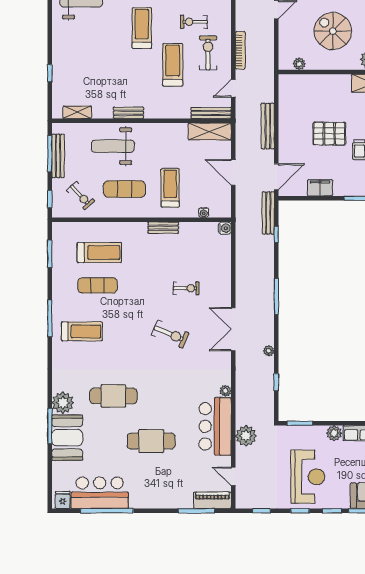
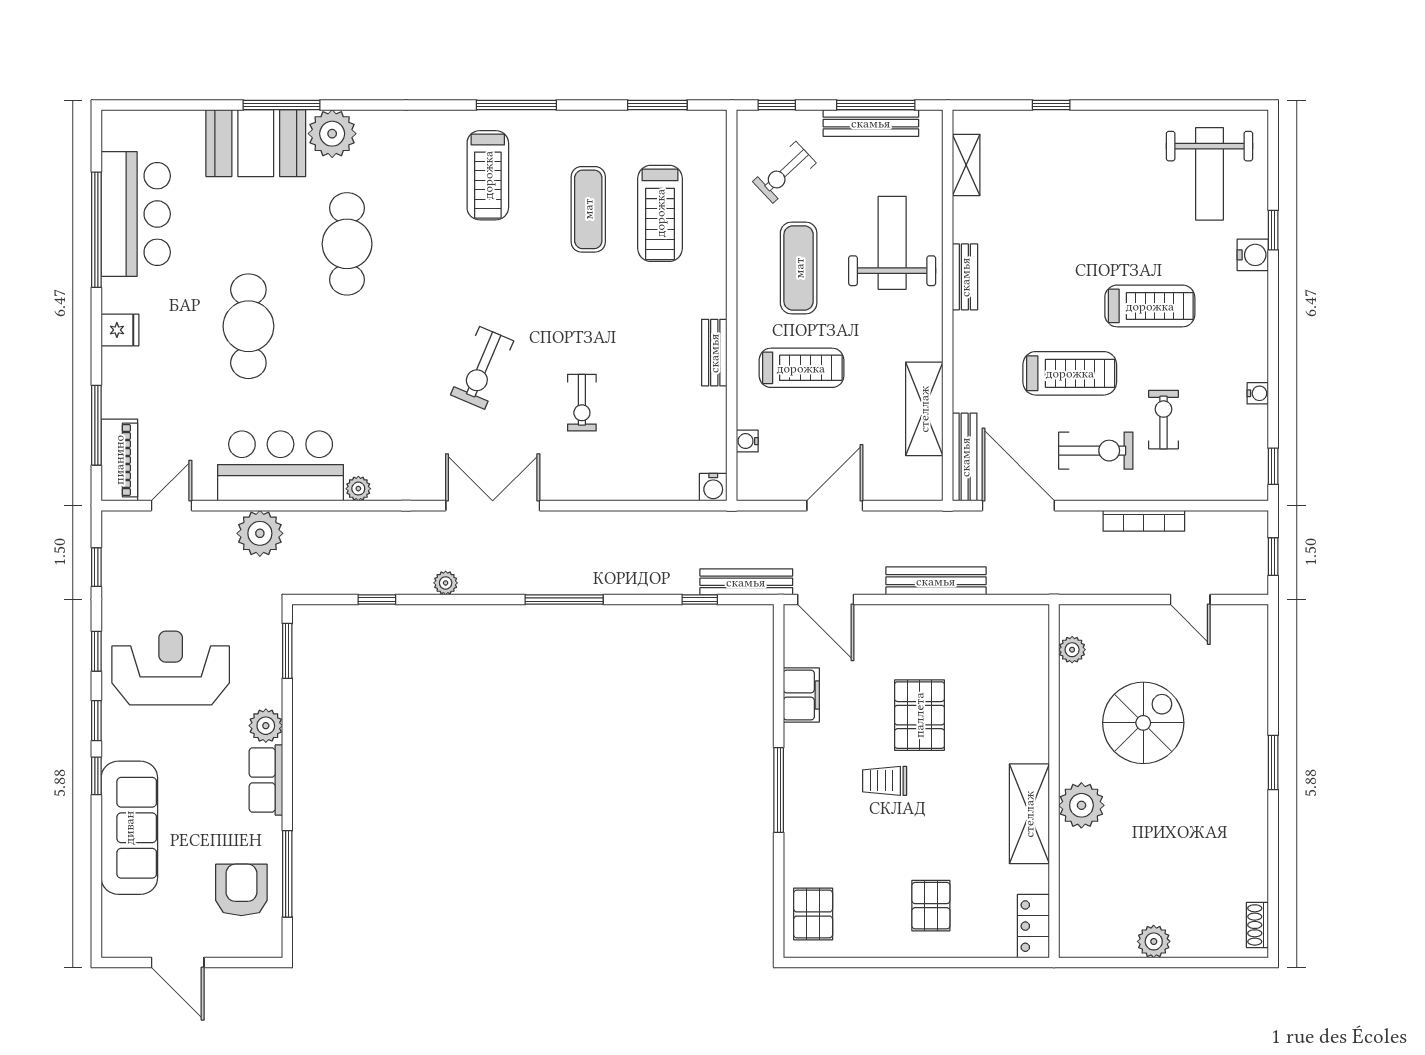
bookcase: (240, 50) -> (1144, 521), moved
door: (233, 88) -> (1018, 506), width x1.87
shelving: (210, 131) -> (924, 409), moved
reception desk: (308, 477) -> (171, 668), turned 180
fridge: (63, 500) -> (120, 330), moved

